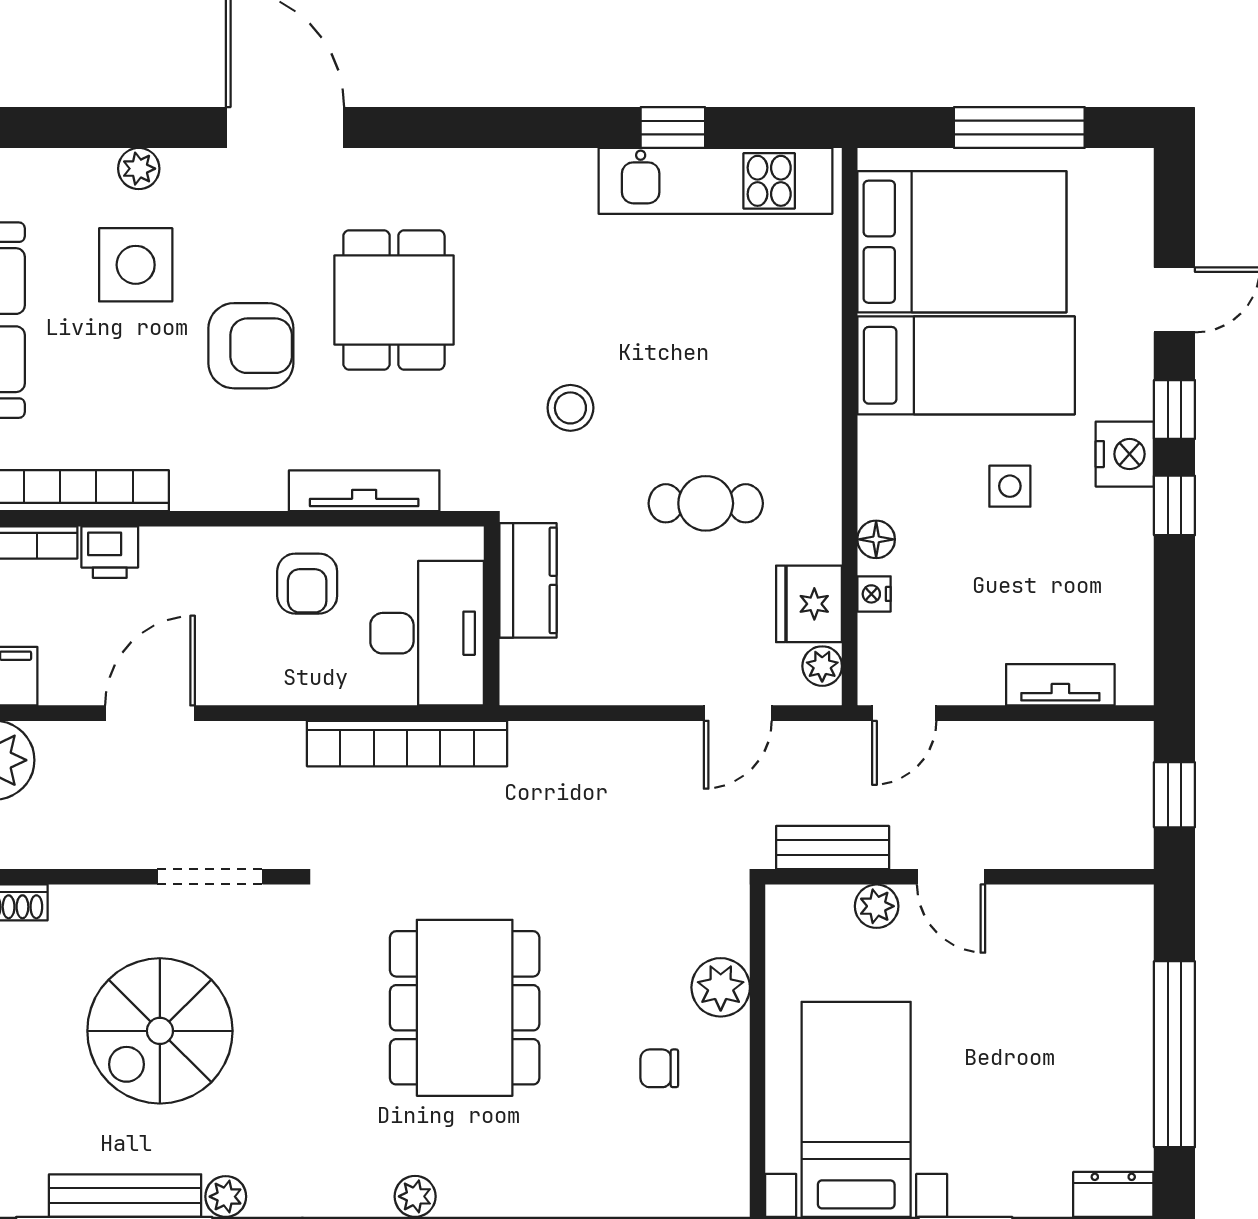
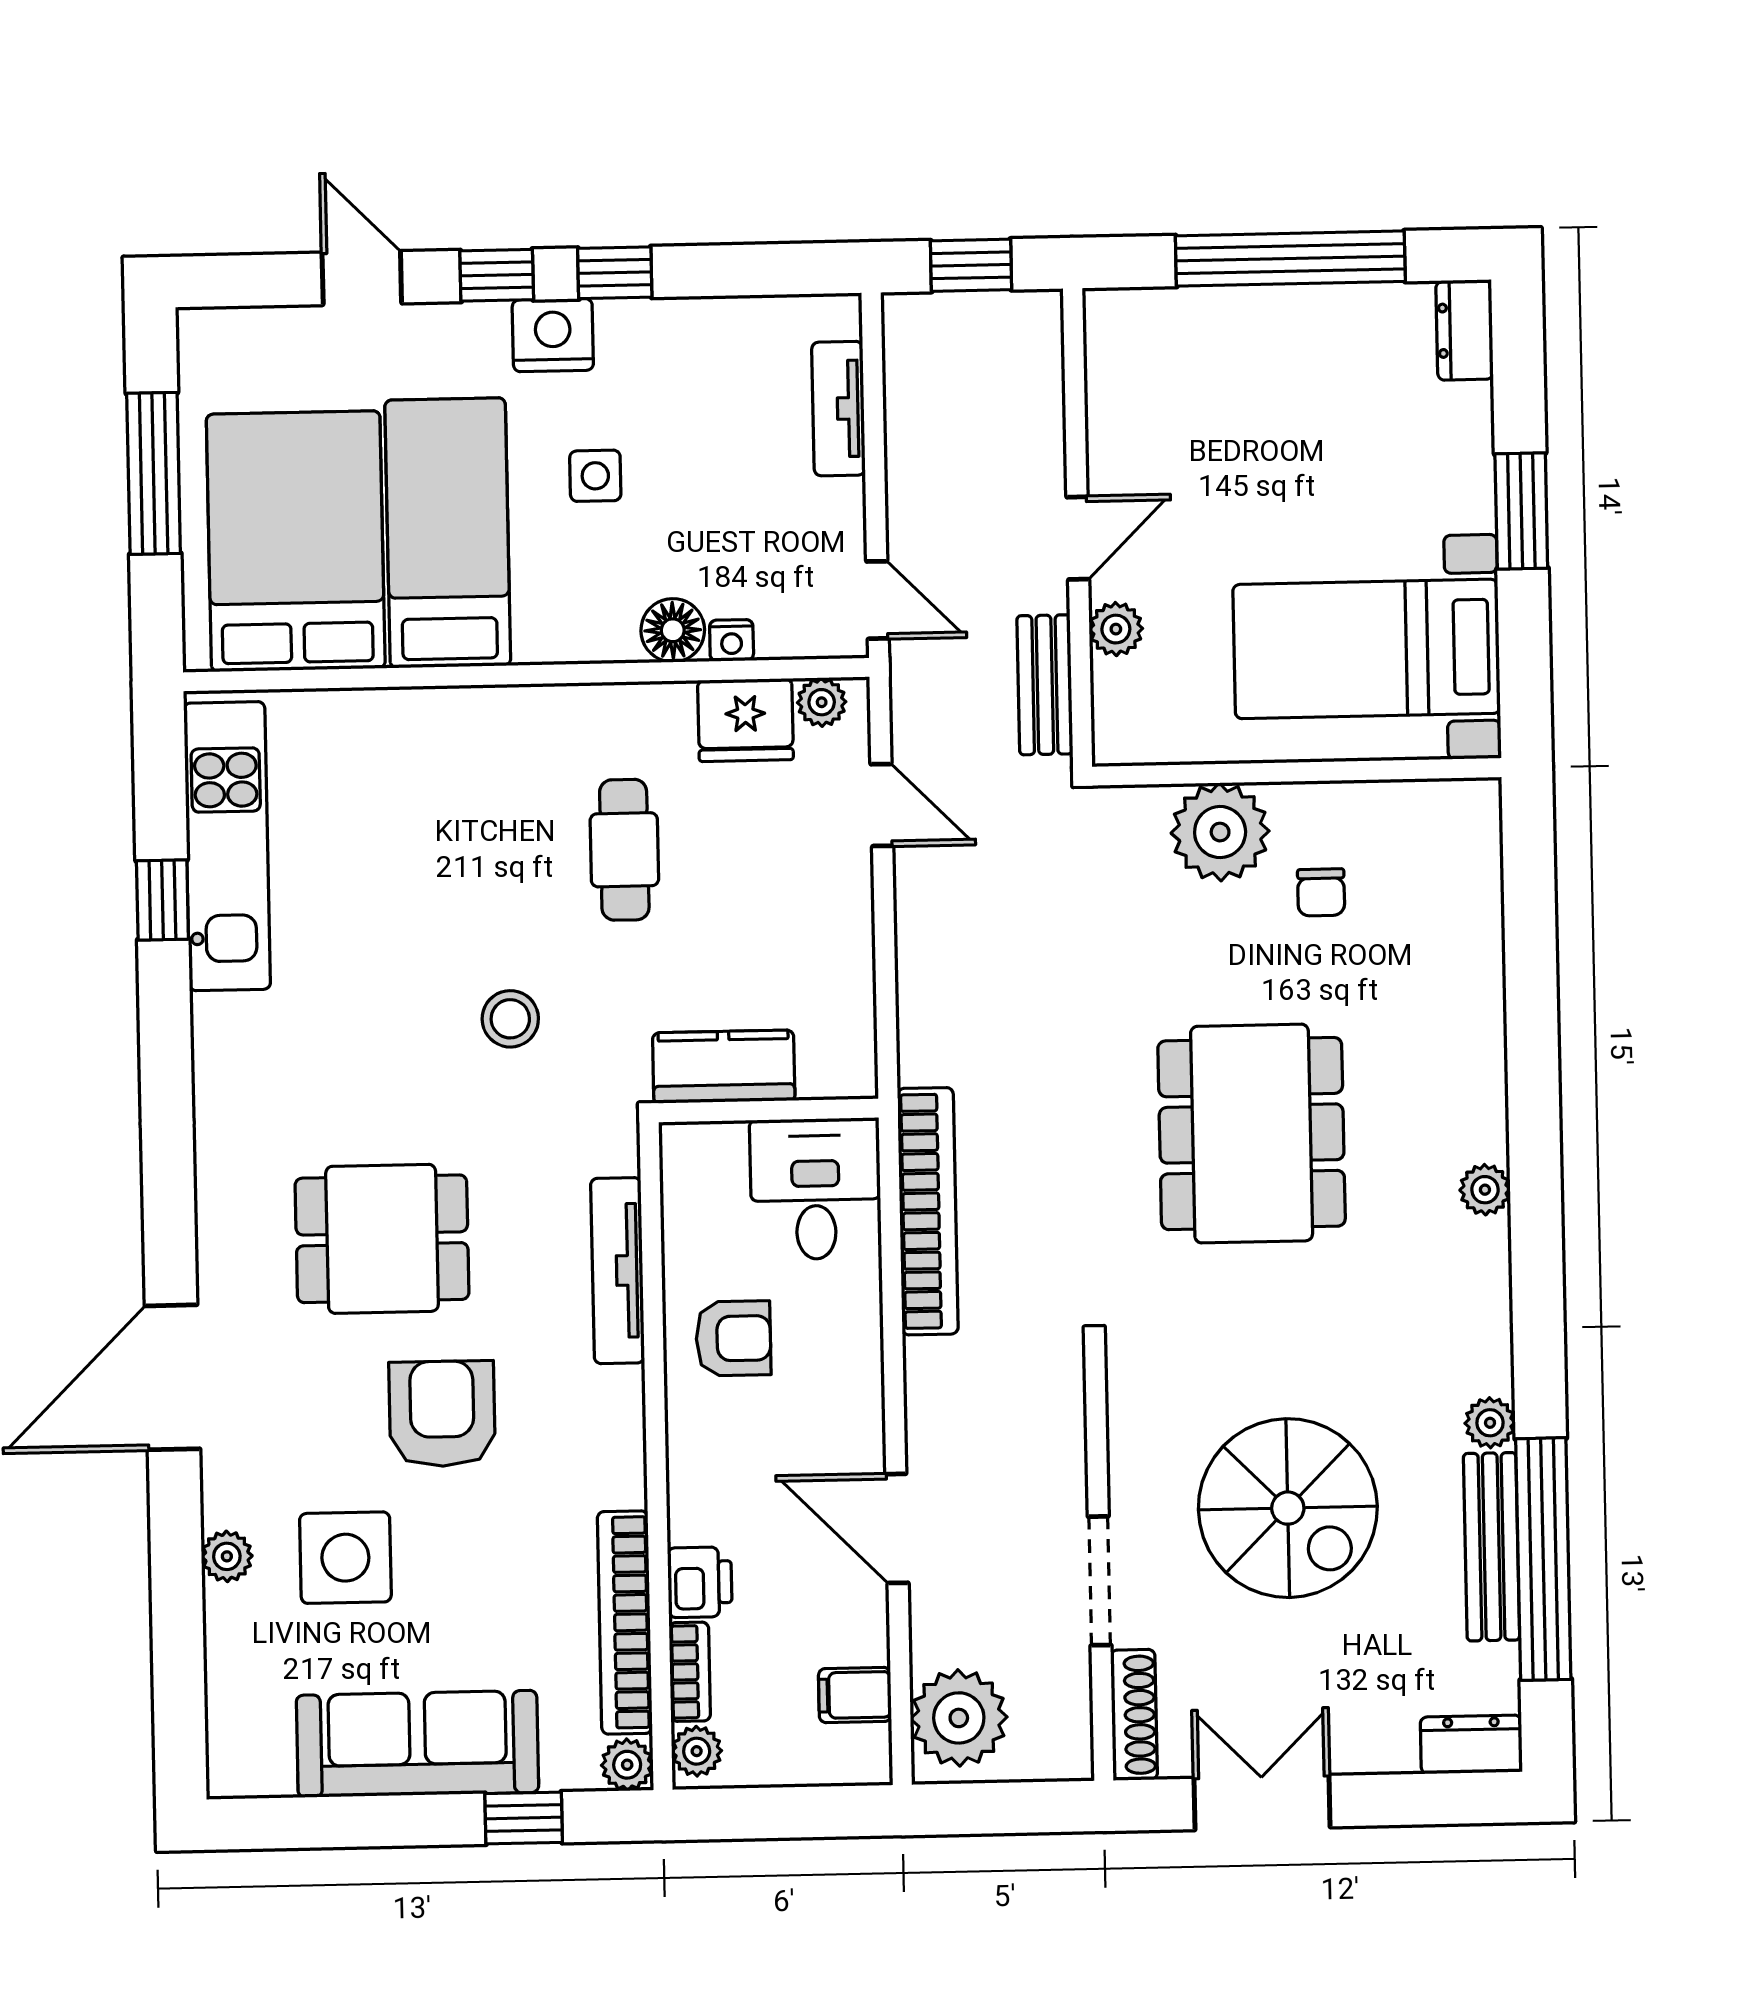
floor lamp: (876, 539) -> (673, 630), width x1.37, depth x1.37
desk: (427, 633) -> (816, 1189), width x0.73
doorway: (210, 877) -> (1100, 1581), moved
plant: (721, 987) -> (1220, 832), width x1.36, depth x1.36
dining table: (465, 1008) -> (1252, 1134), turned 90

